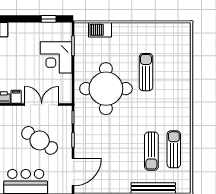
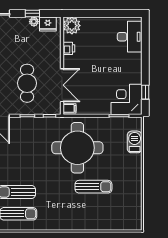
corner desk: (56, 57) -> (126, 99), moved
filing cabinet: (16, 97) -> (69, 108), moved
cafe table: (40, 140) -> (27, 83), turned -33

